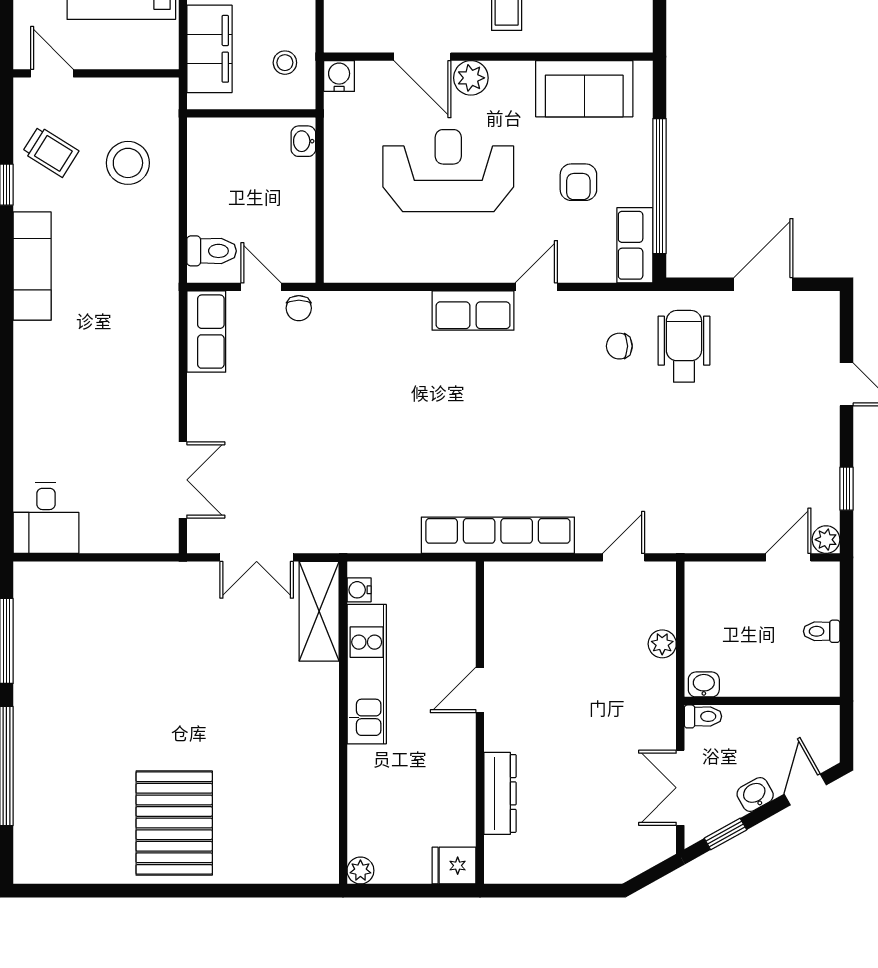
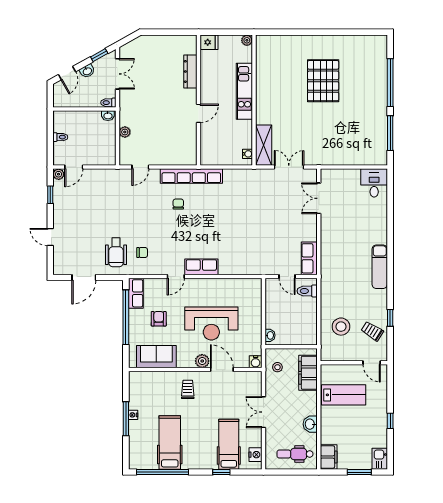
exam couch: (32, 266) -> (380, 267), moved
chair: (299, 308) -> (178, 204), moved
kitchen unit: (367, 674) -> (244, 91), moved
pallet: (174, 823) -> (323, 81), moved

